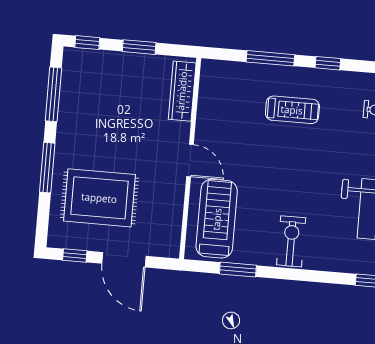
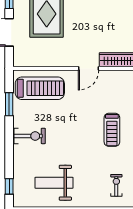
door: (190, 160) -> (89, 68), moved

